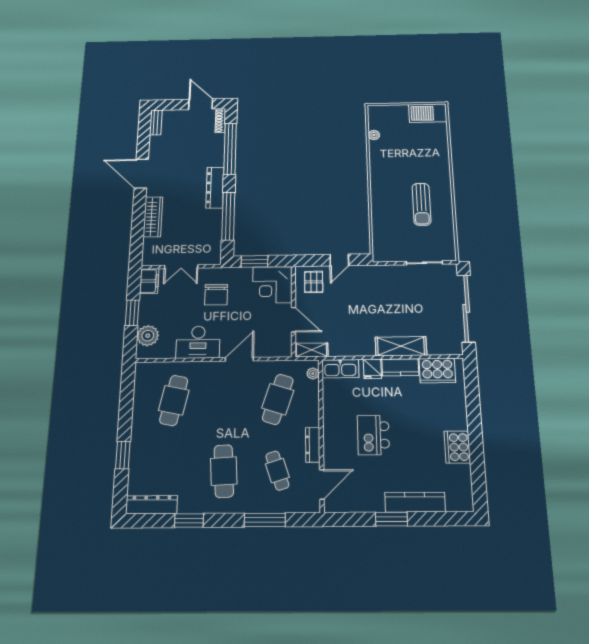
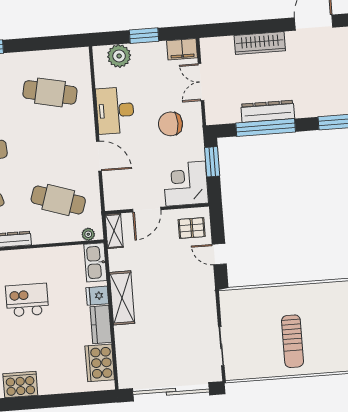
dresser: (215, 188) -> (268, 111), moved
sun lounger: (421, 204) -> (293, 341), turned -90
shelving: (401, 346) -> (122, 298), moved

